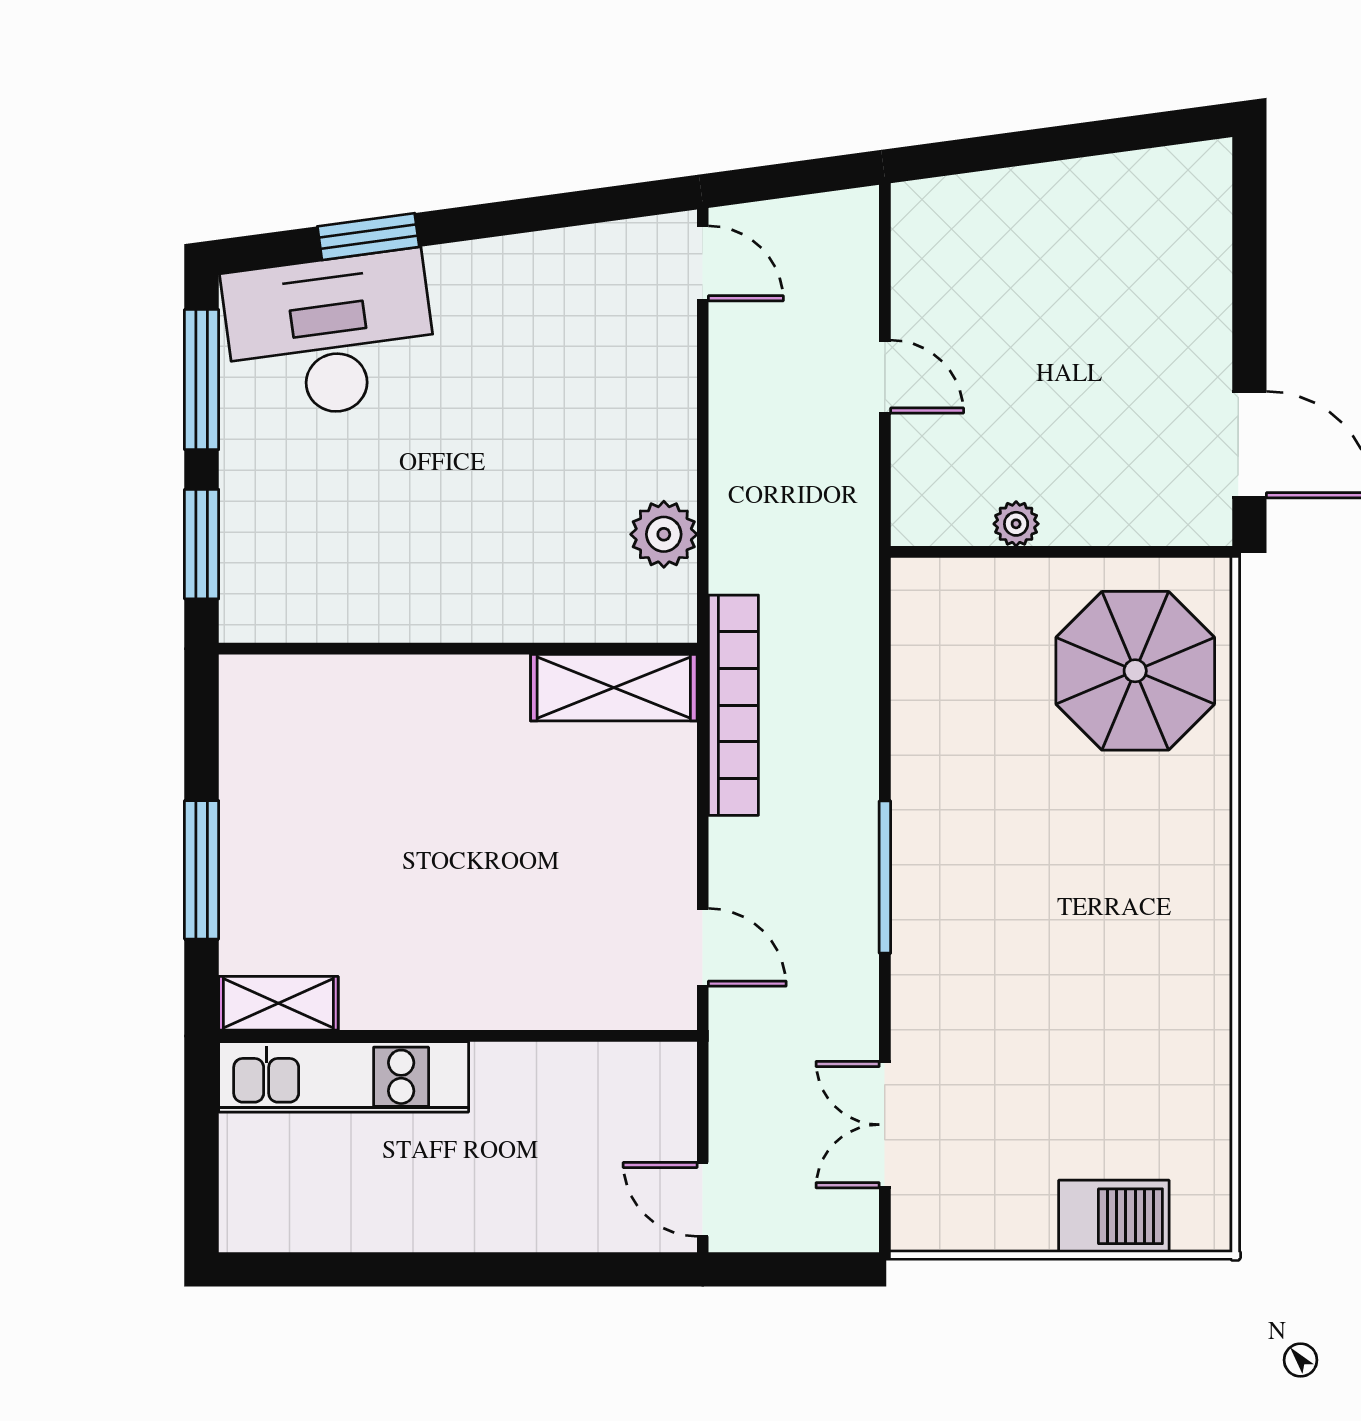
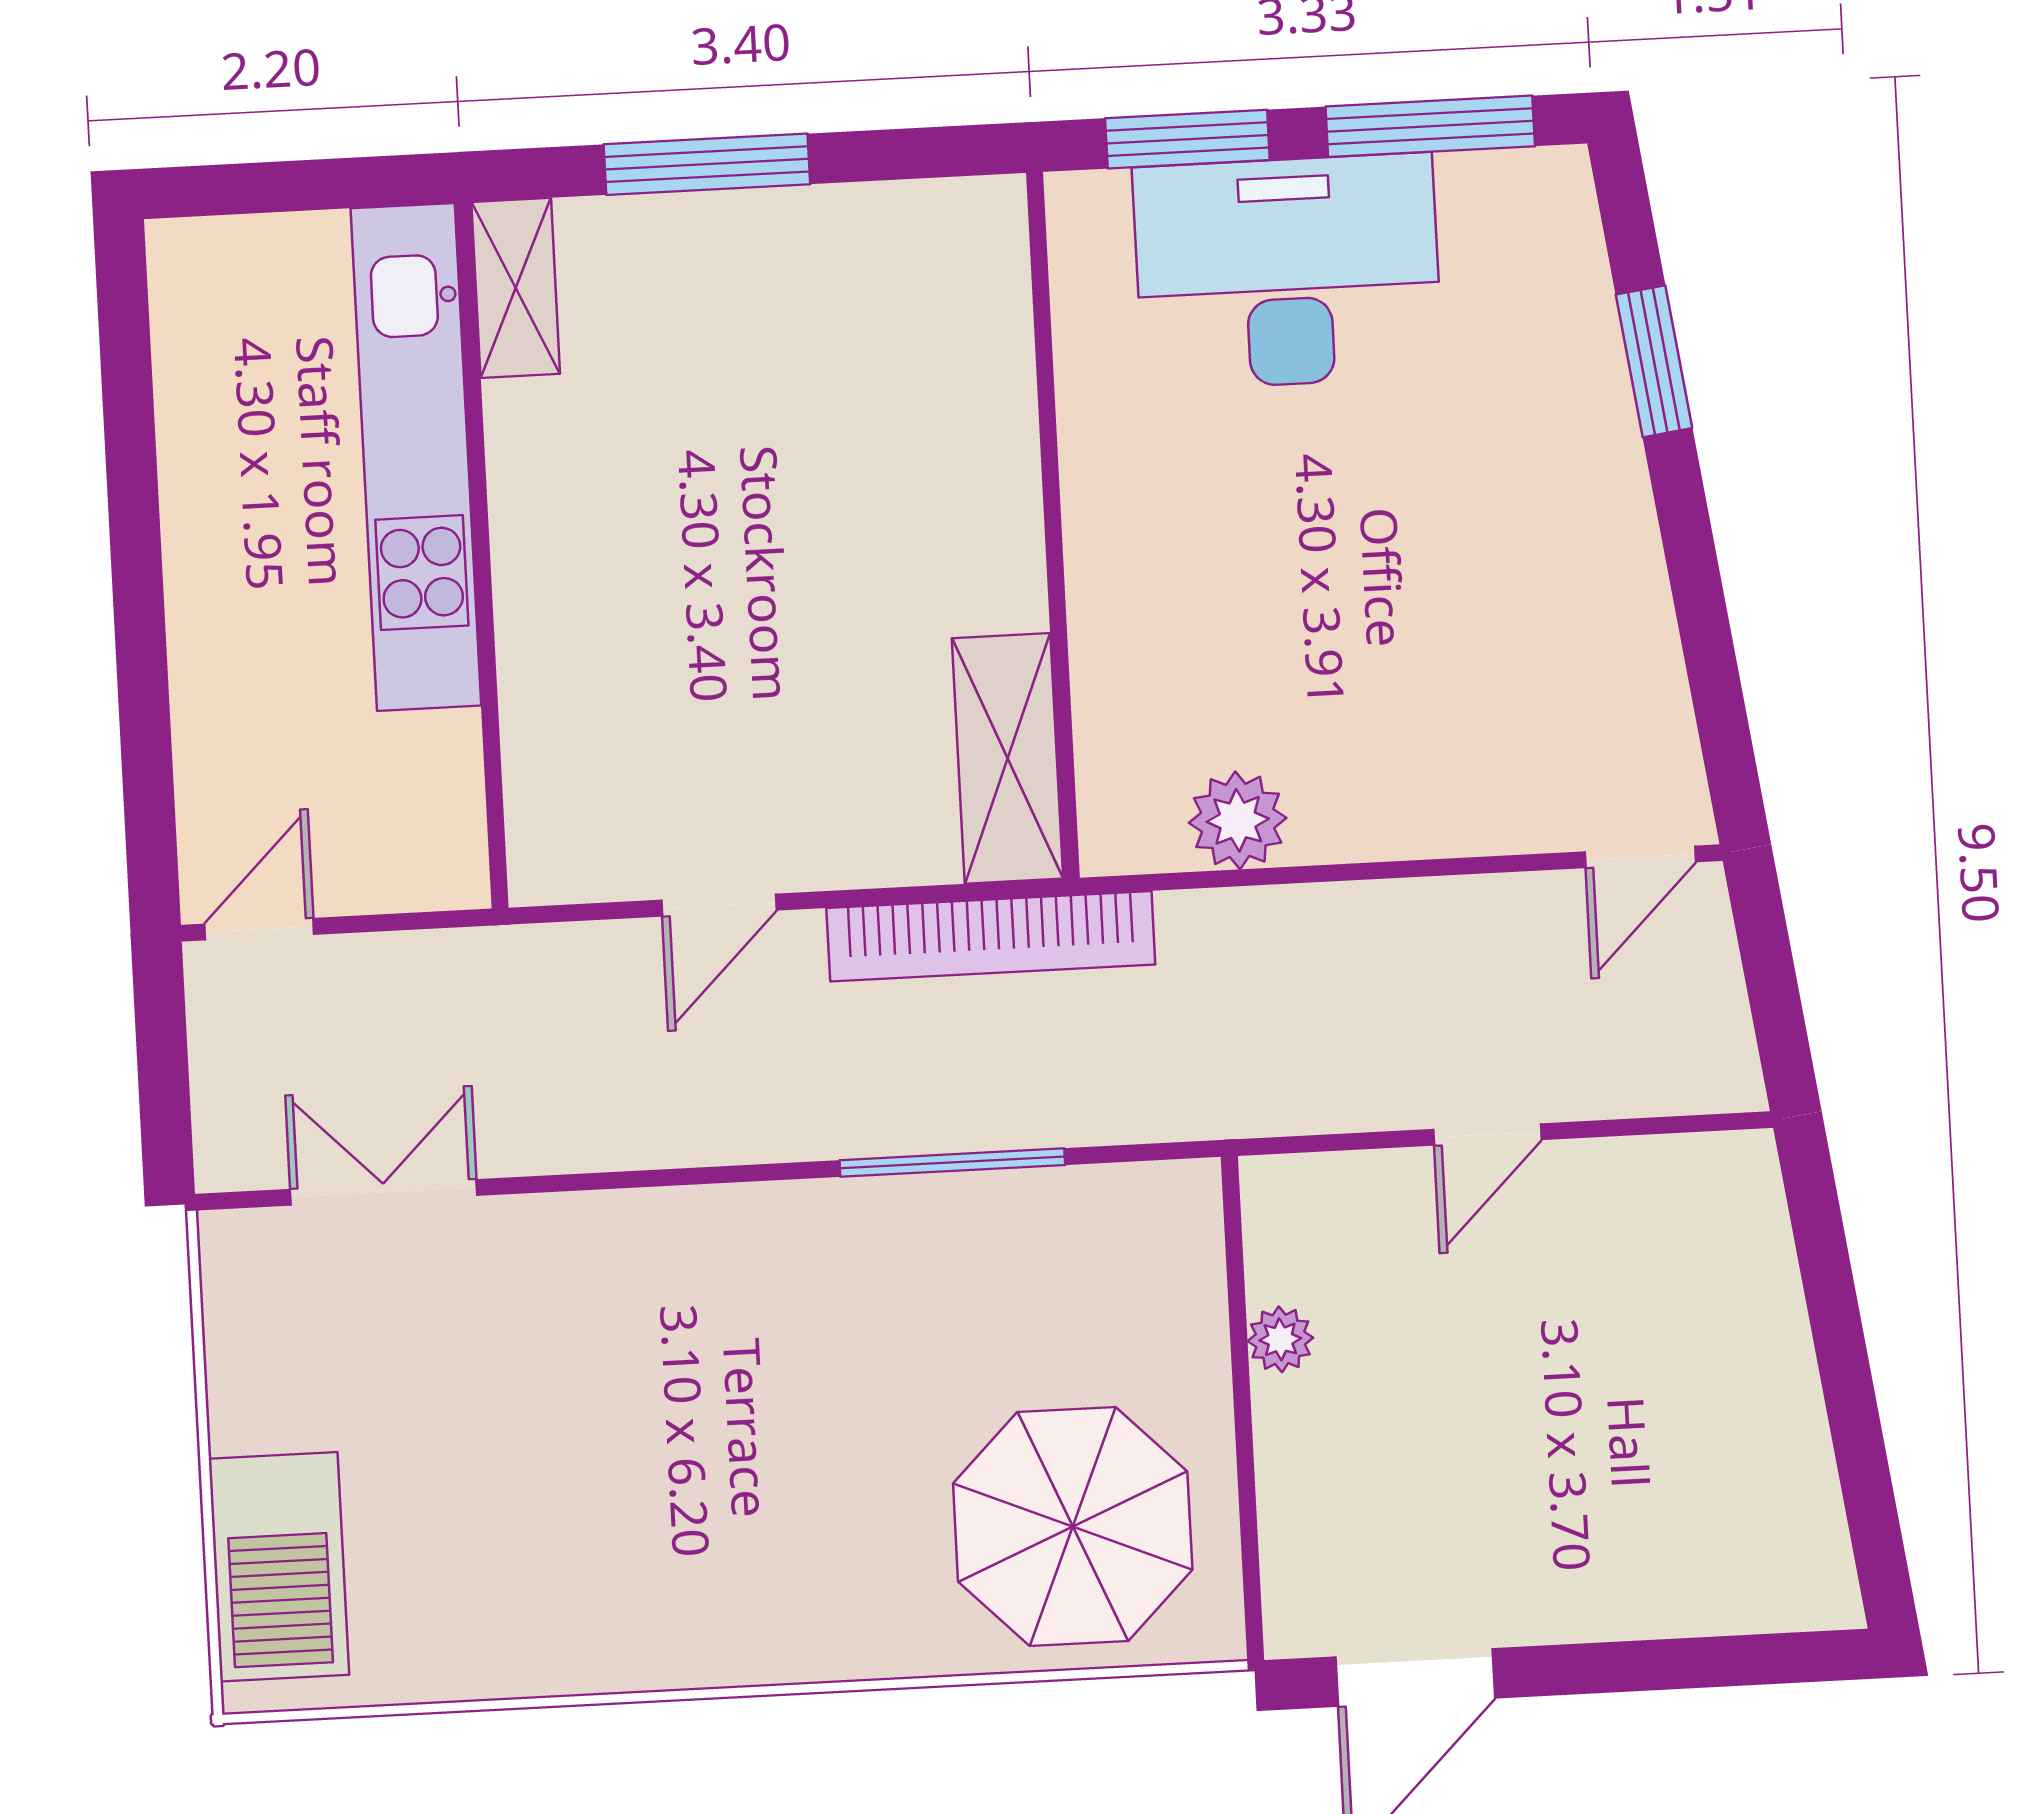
desk: (330, 336) -> (1288, 272), moved, turned -82
window: (885, 877) -> (952, 1163), moved
door: (703, 947) -> (719, 905), moved
kitchen unit: (344, 1077) -> (416, 457), width x1.36
barbecue: (1114, 1216) -> (279, 1567), width x1.37, depth x1.21

